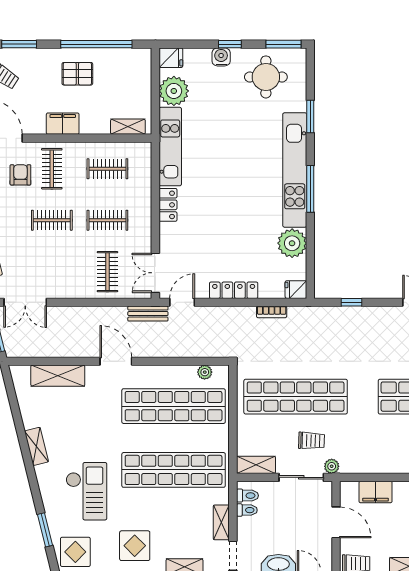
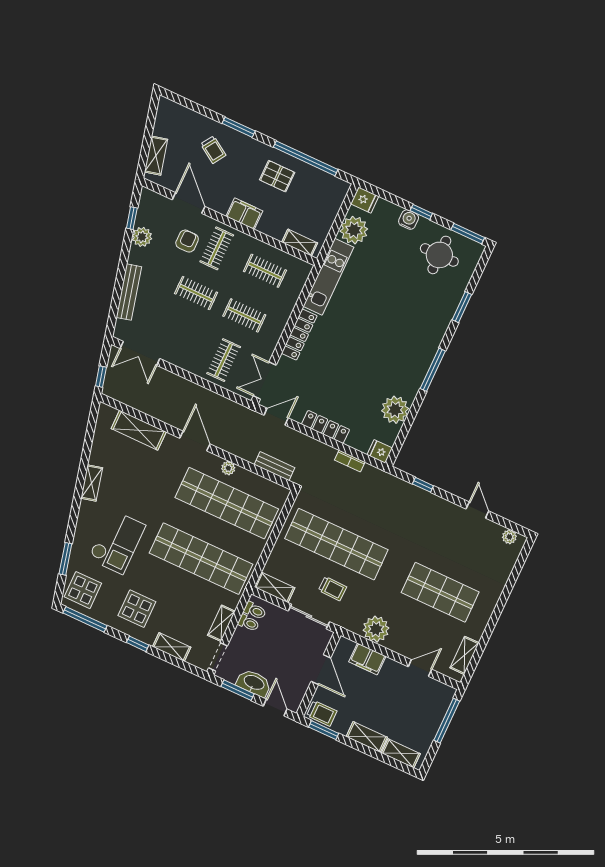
kitchen unit: (295, 170) -> (427, 347), removed
locker: (168, 205) -> (299, 334), width x1.53
bench: (148, 314) -> (275, 466), moved
plant: (205, 372) -> (228, 468), moved
plant: (332, 466) -> (376, 629), moved, width x1.88, depth x1.88

